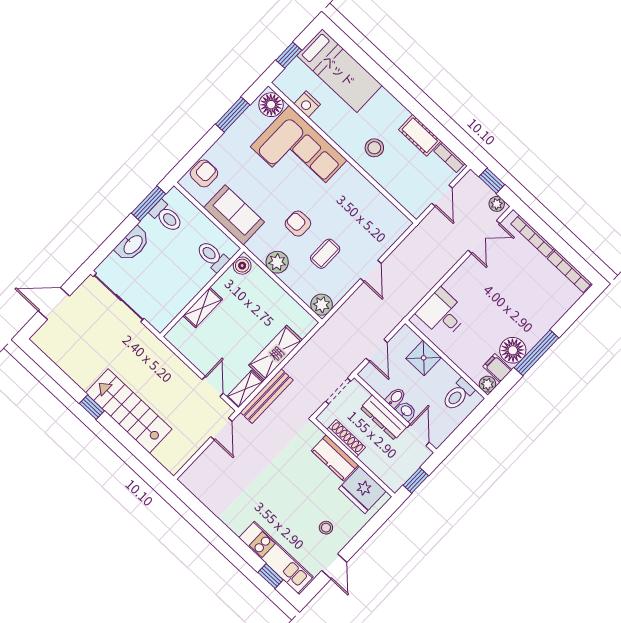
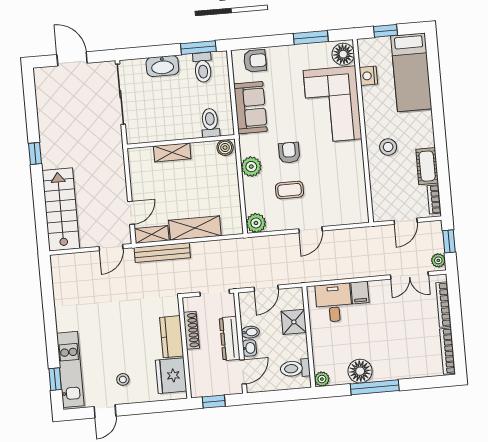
filing cabinet: (497, 368) -> (360, 293), moved, turned 180
stairs: (129, 411) -> (61, 209), moved

